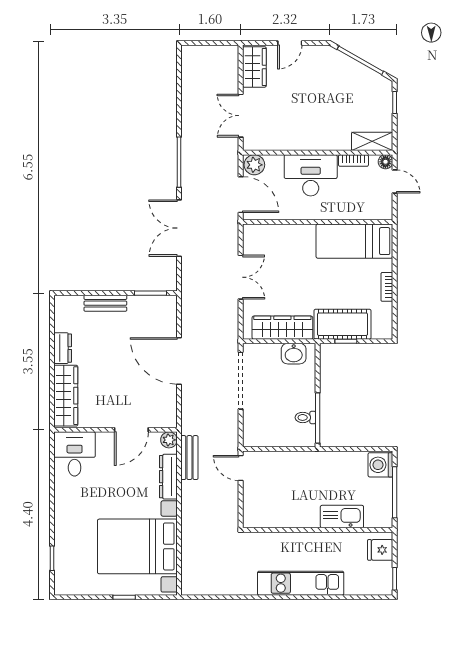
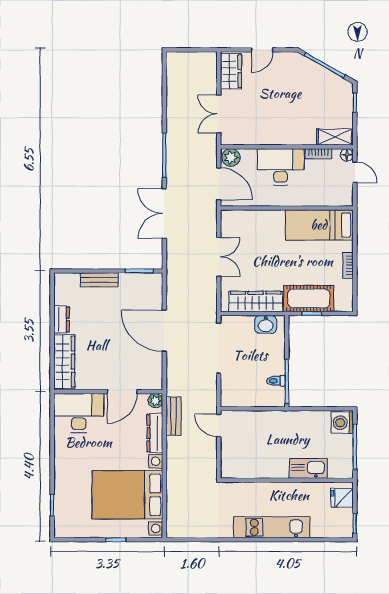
desk: (75, 454) -> (79, 413), width x1.37

